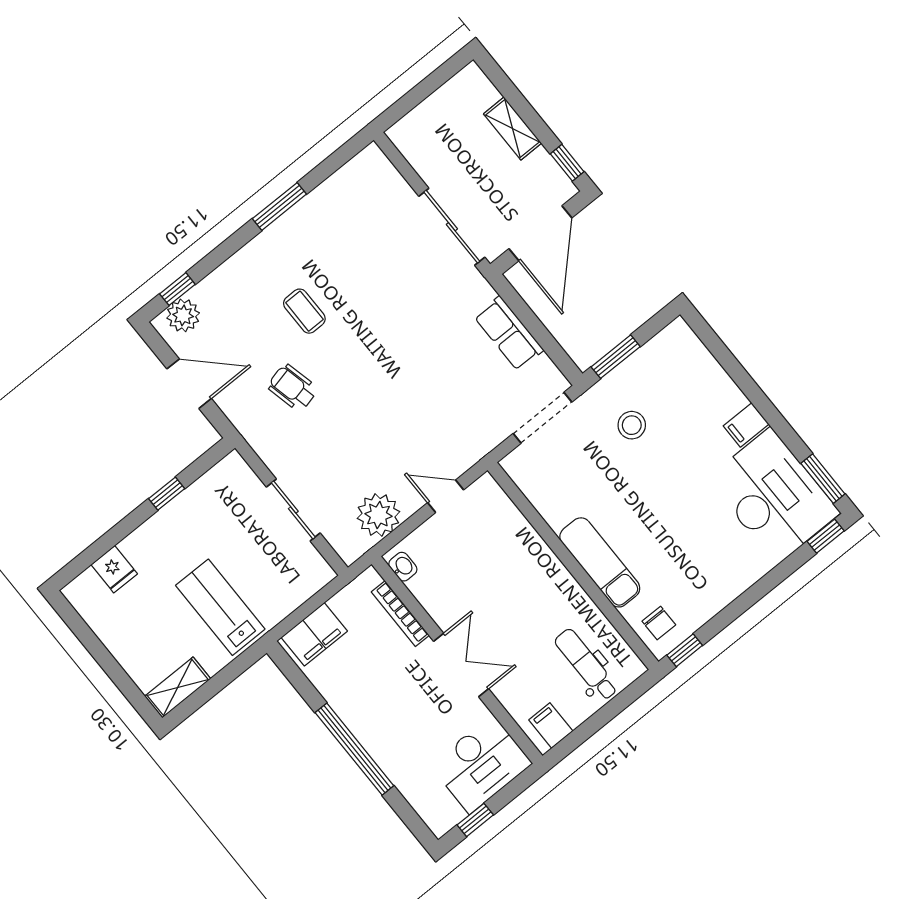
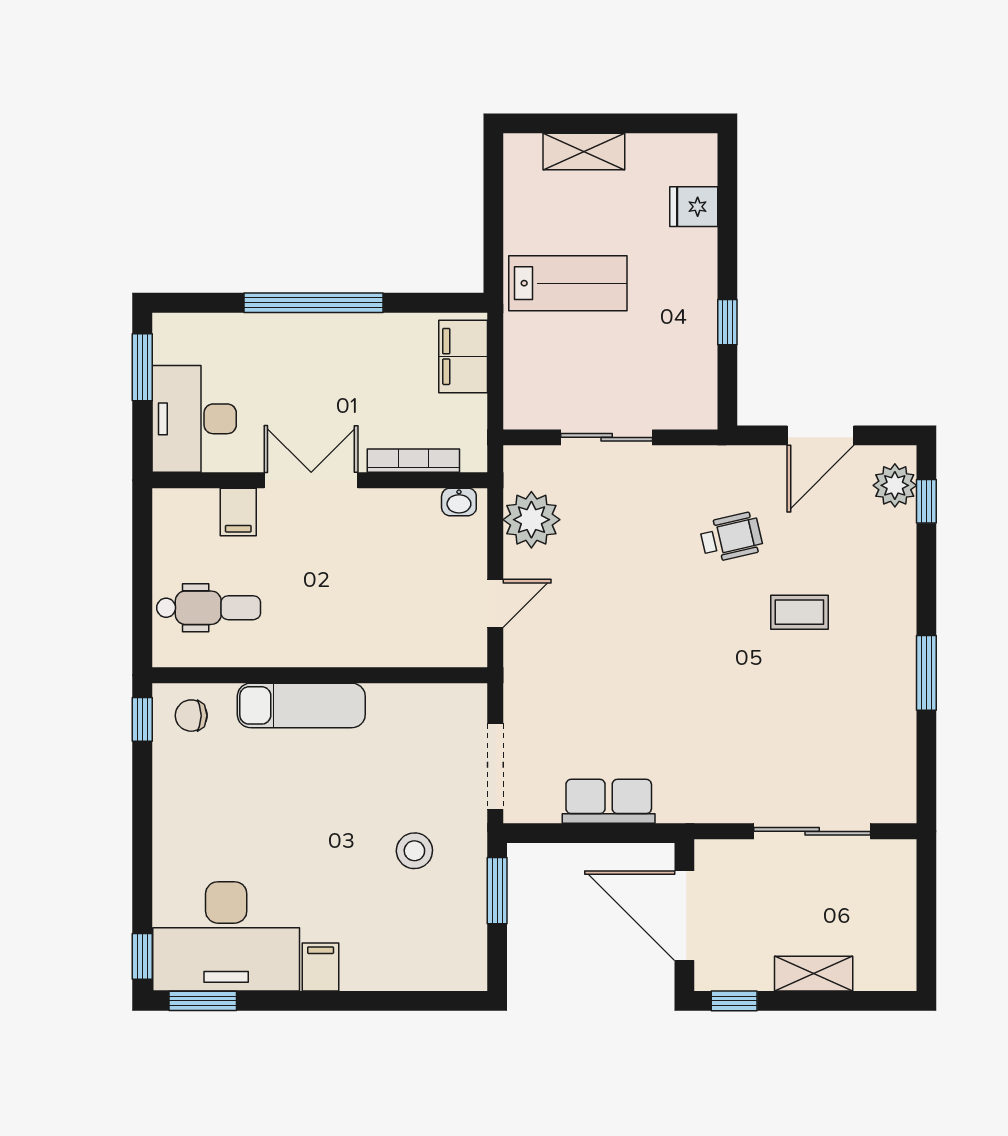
sliding door: (452, 227) -> (812, 831), moved
double door: (461, 665) -> (311, 480), swing flipped
shelving: (178, 687) -> (584, 151), moved, turned 90
filing cabinet: (551, 725) -> (238, 512), moved, turned 90
window: (475, 820) -> (142, 367), width x1.50

